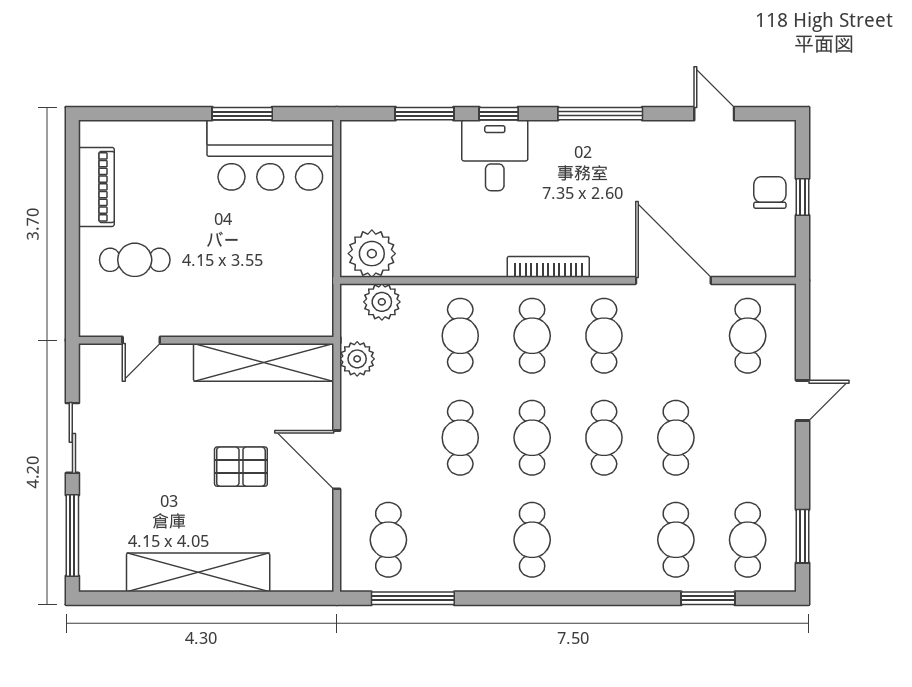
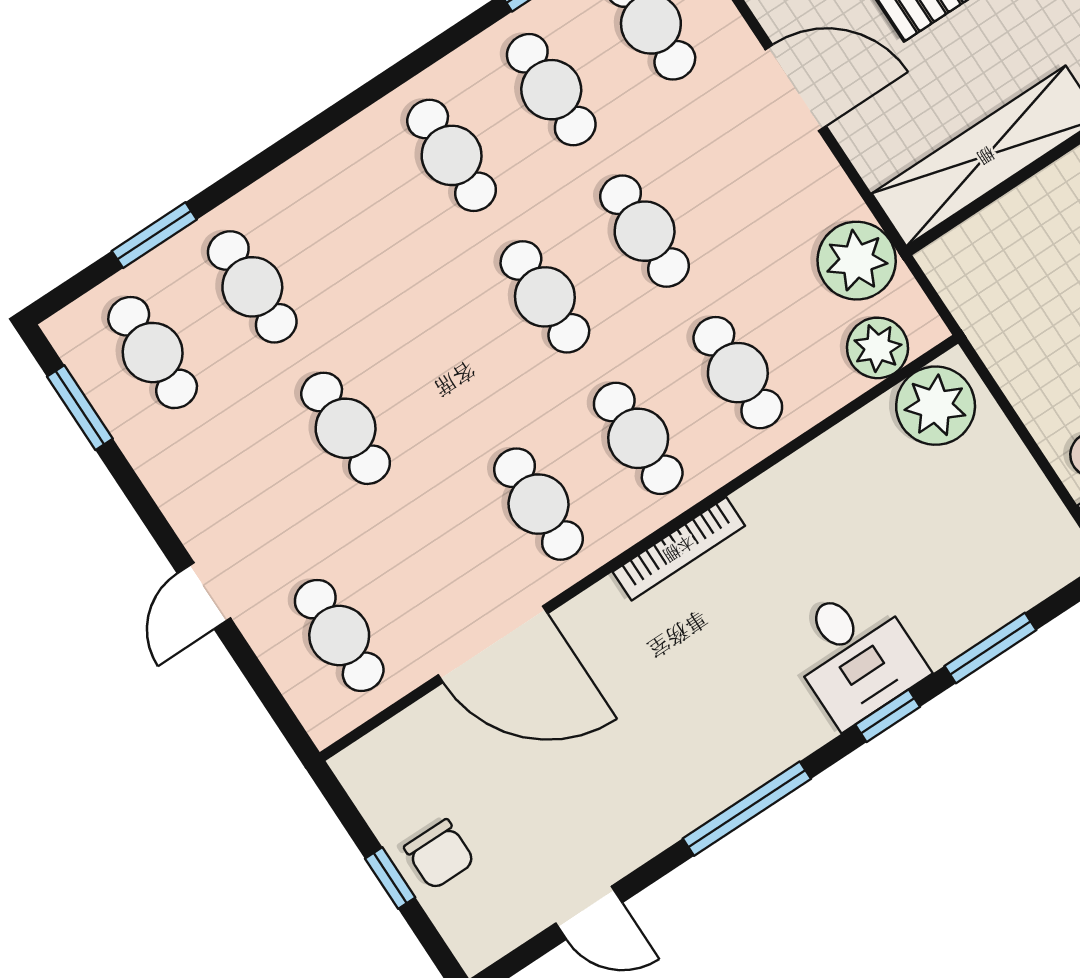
plant: (357, 359) -> (857, 261), width x1.36, depth x1.36
cafe table: (604, 438) -> (551, 90), moved

